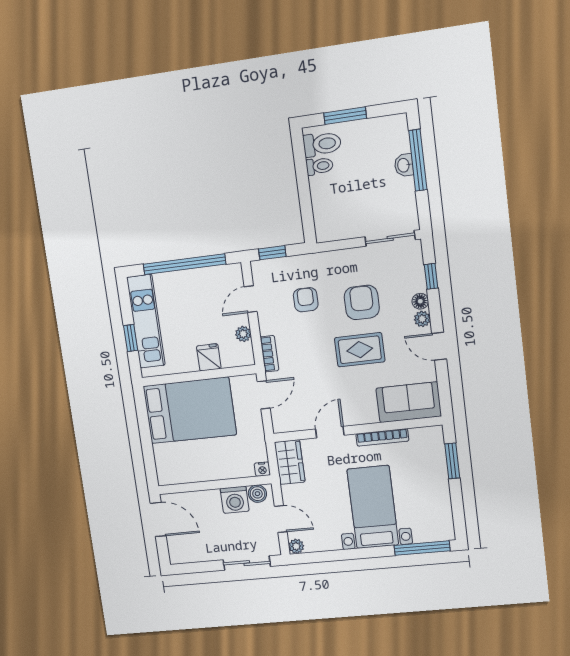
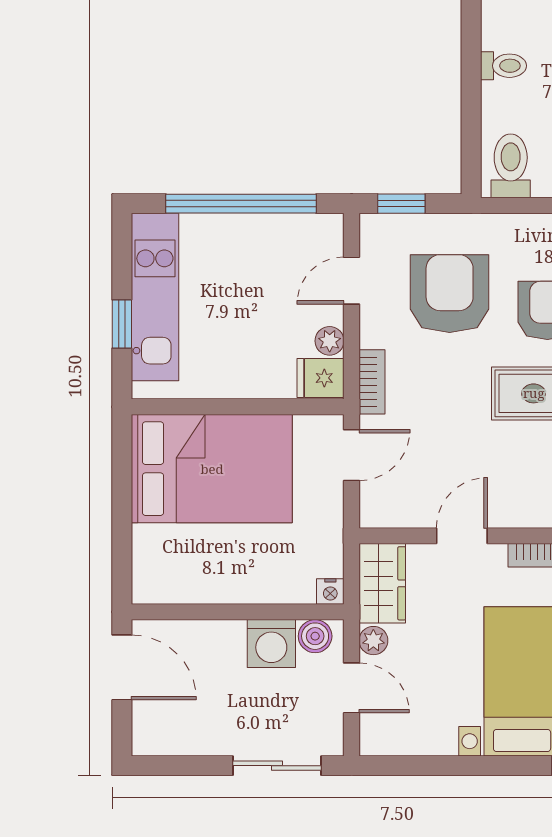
toilet: (322, 144) -> (511, 166), moved, turned -90
armchair: (306, 300) -> (450, 294), width x1.88, depth x1.88
fridge: (209, 357) -> (321, 378), moved, turned -90
plant: (296, 546) -> (373, 641), moved

